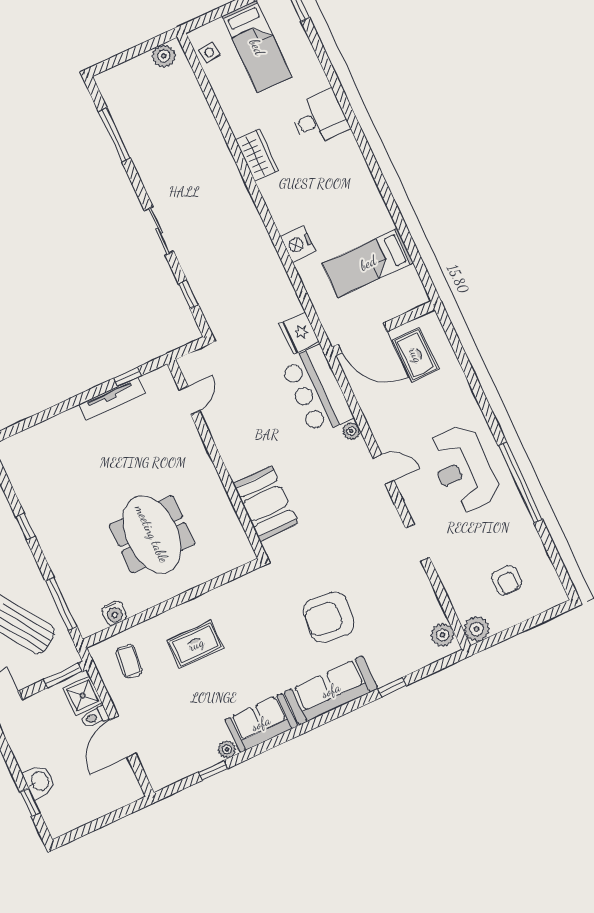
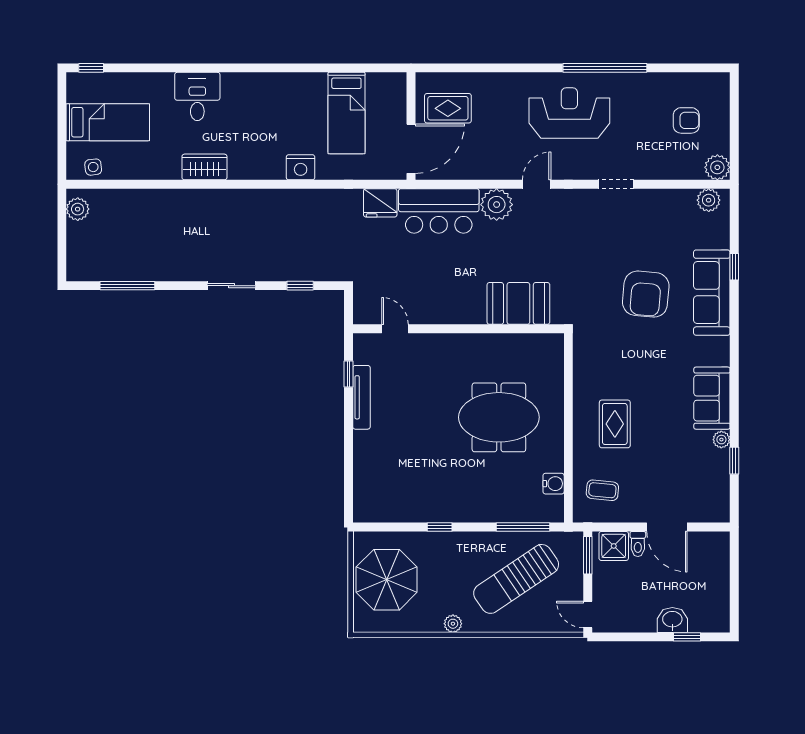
plant: (351, 431) -> (497, 205), width x1.88, depth x1.88
reception desk: (463, 469) -> (569, 113), turned 180
sofa: (331, 690) -> (712, 293), moved

